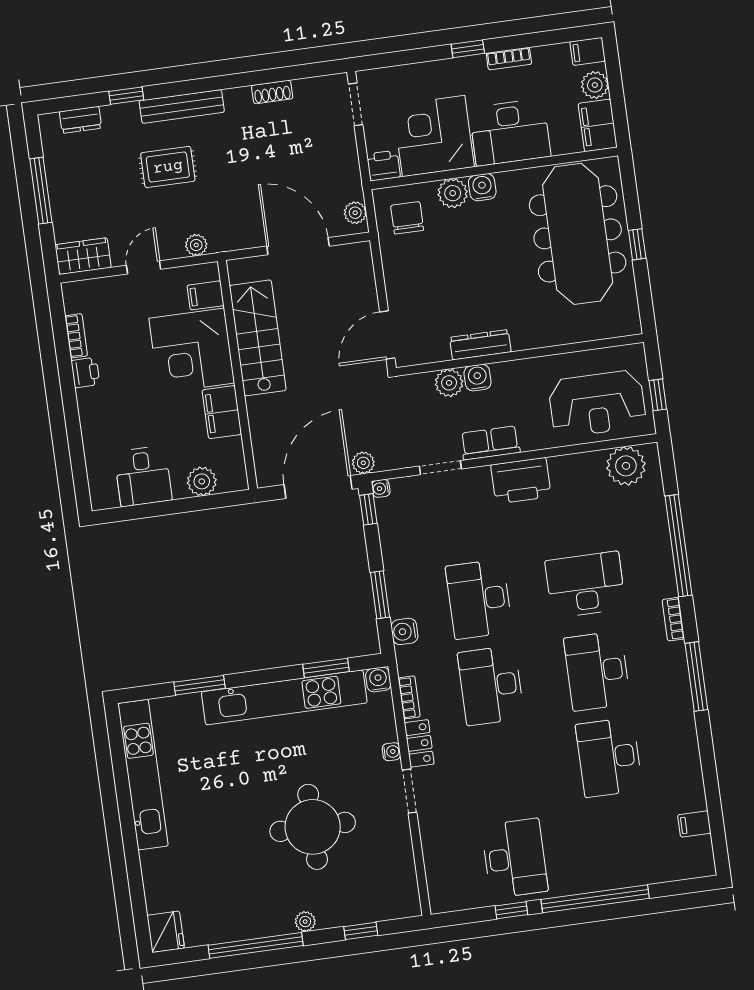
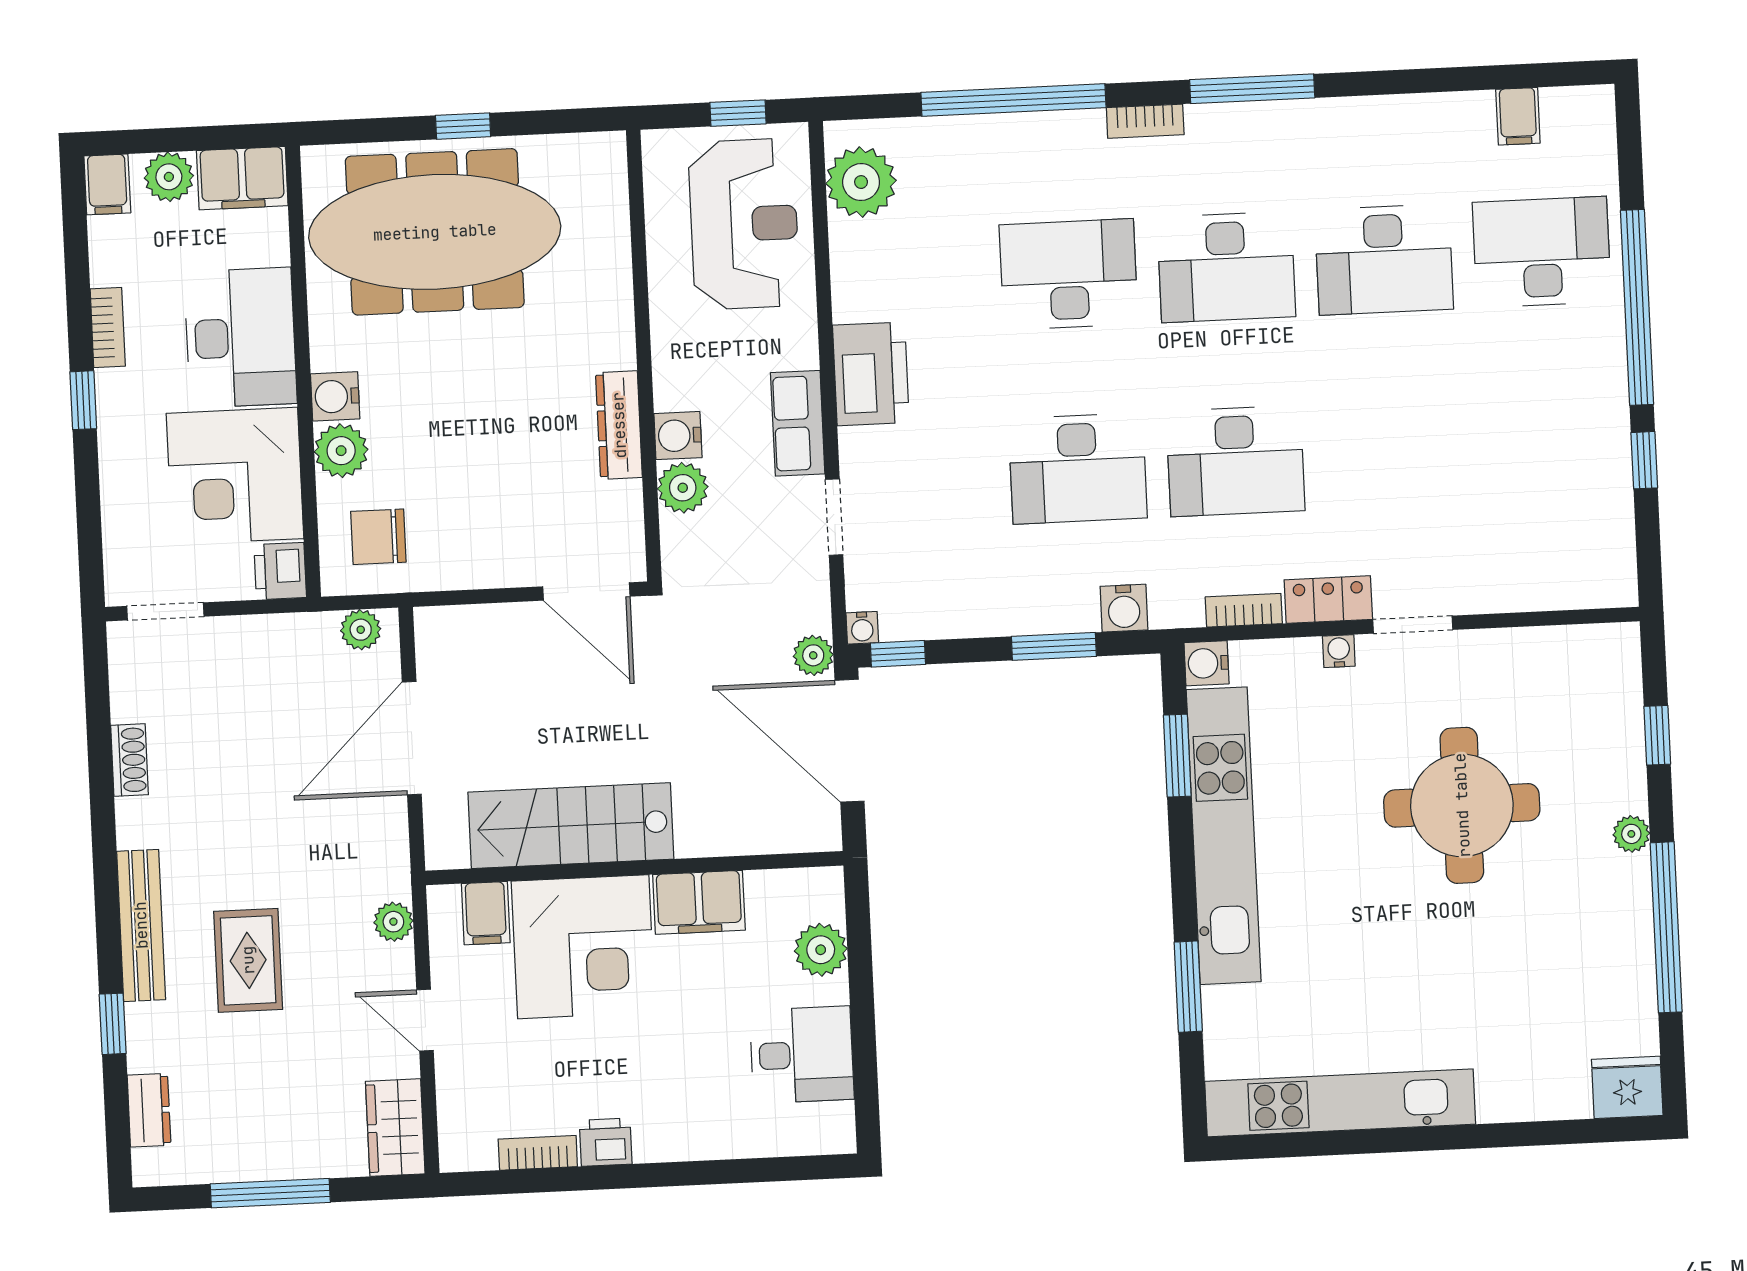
desk: (585, 585) -> (1069, 274), turned 90
desk: (515, 858) -> (1542, 252), moved

